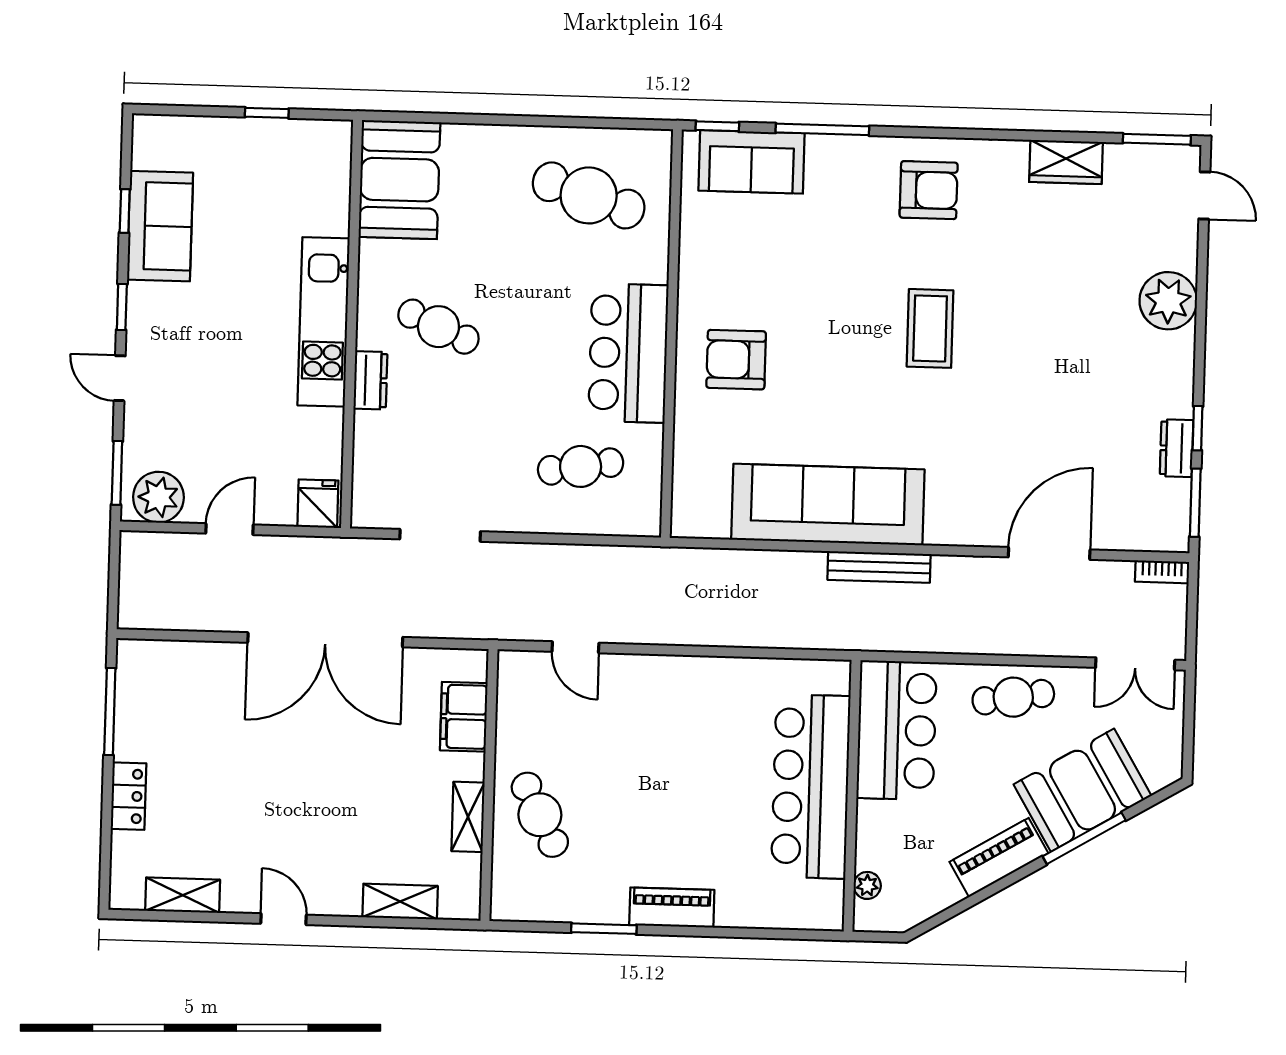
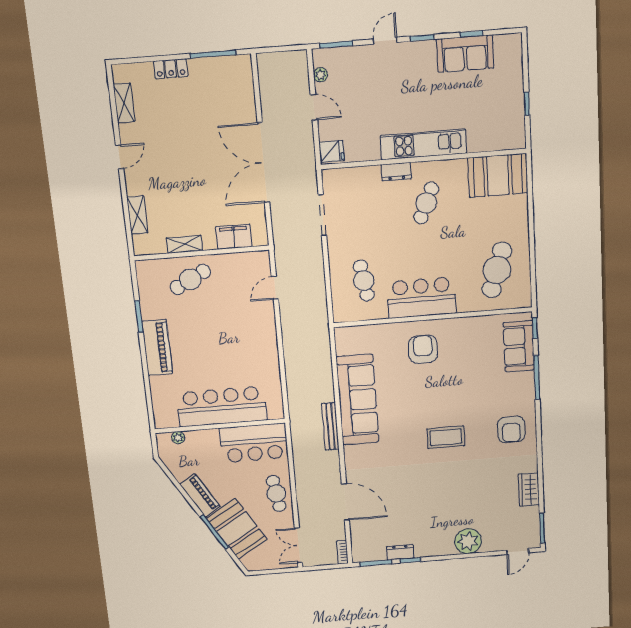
plant: (158, 497) -> (320, 75), width x0.53, depth x0.53
piano: (672, 908) -> (157, 348), width x1.37, depth x1.33

